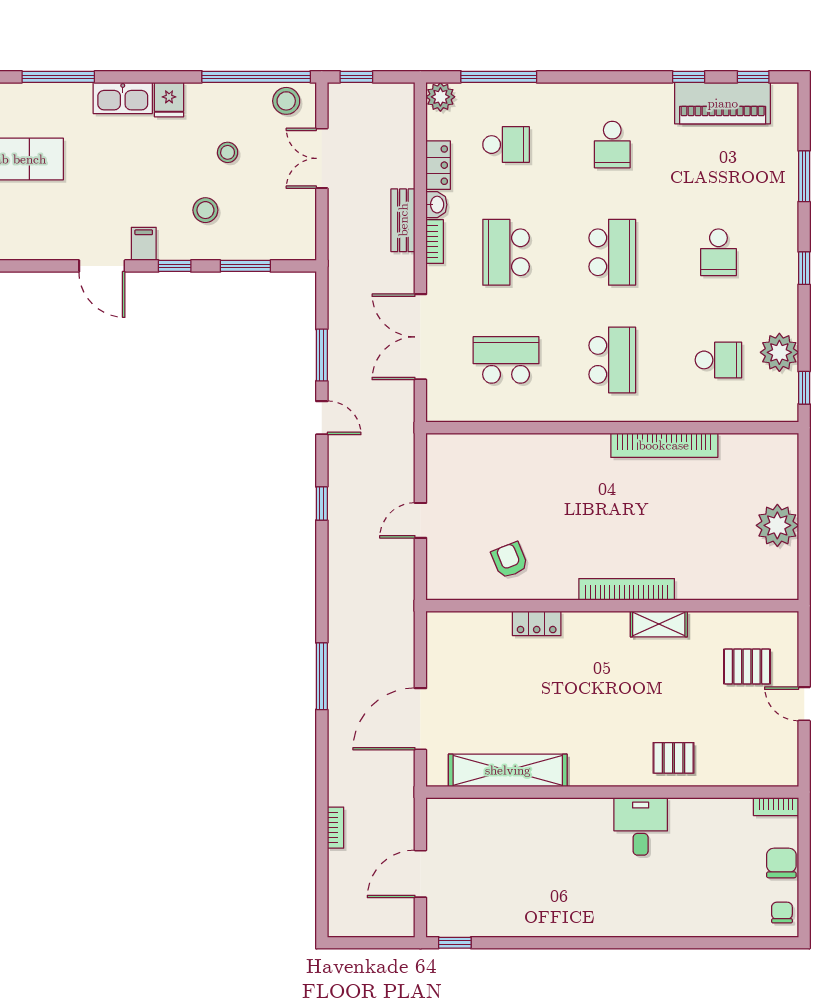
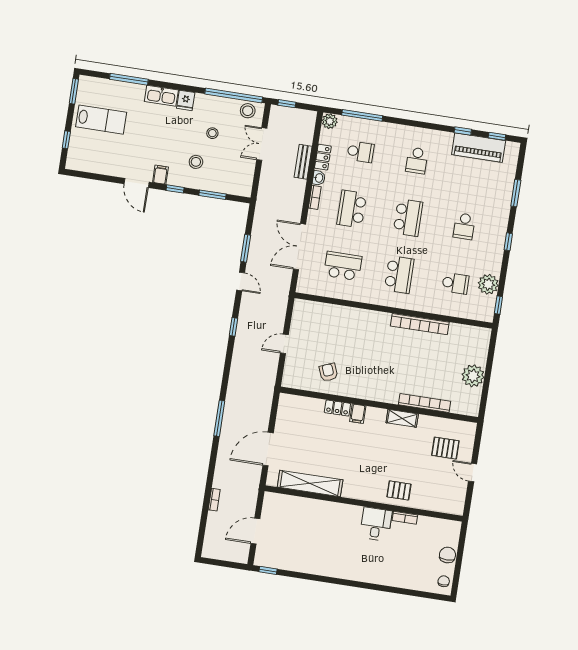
bench: (403, 220) -> (303, 162), moved
bookcase: (627, 589) -> (424, 403), moved
filing cabinet: (576, 628) -> (358, 414), added
bookcase: (776, 807) -> (405, 518), moved

